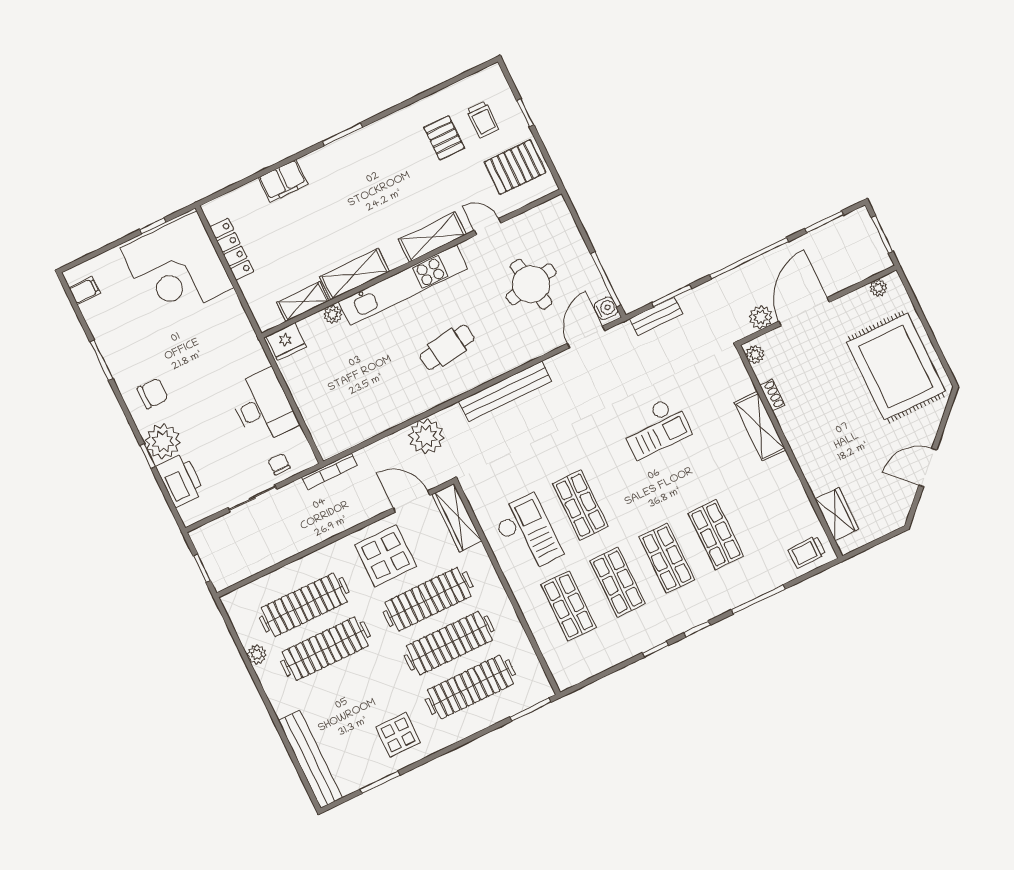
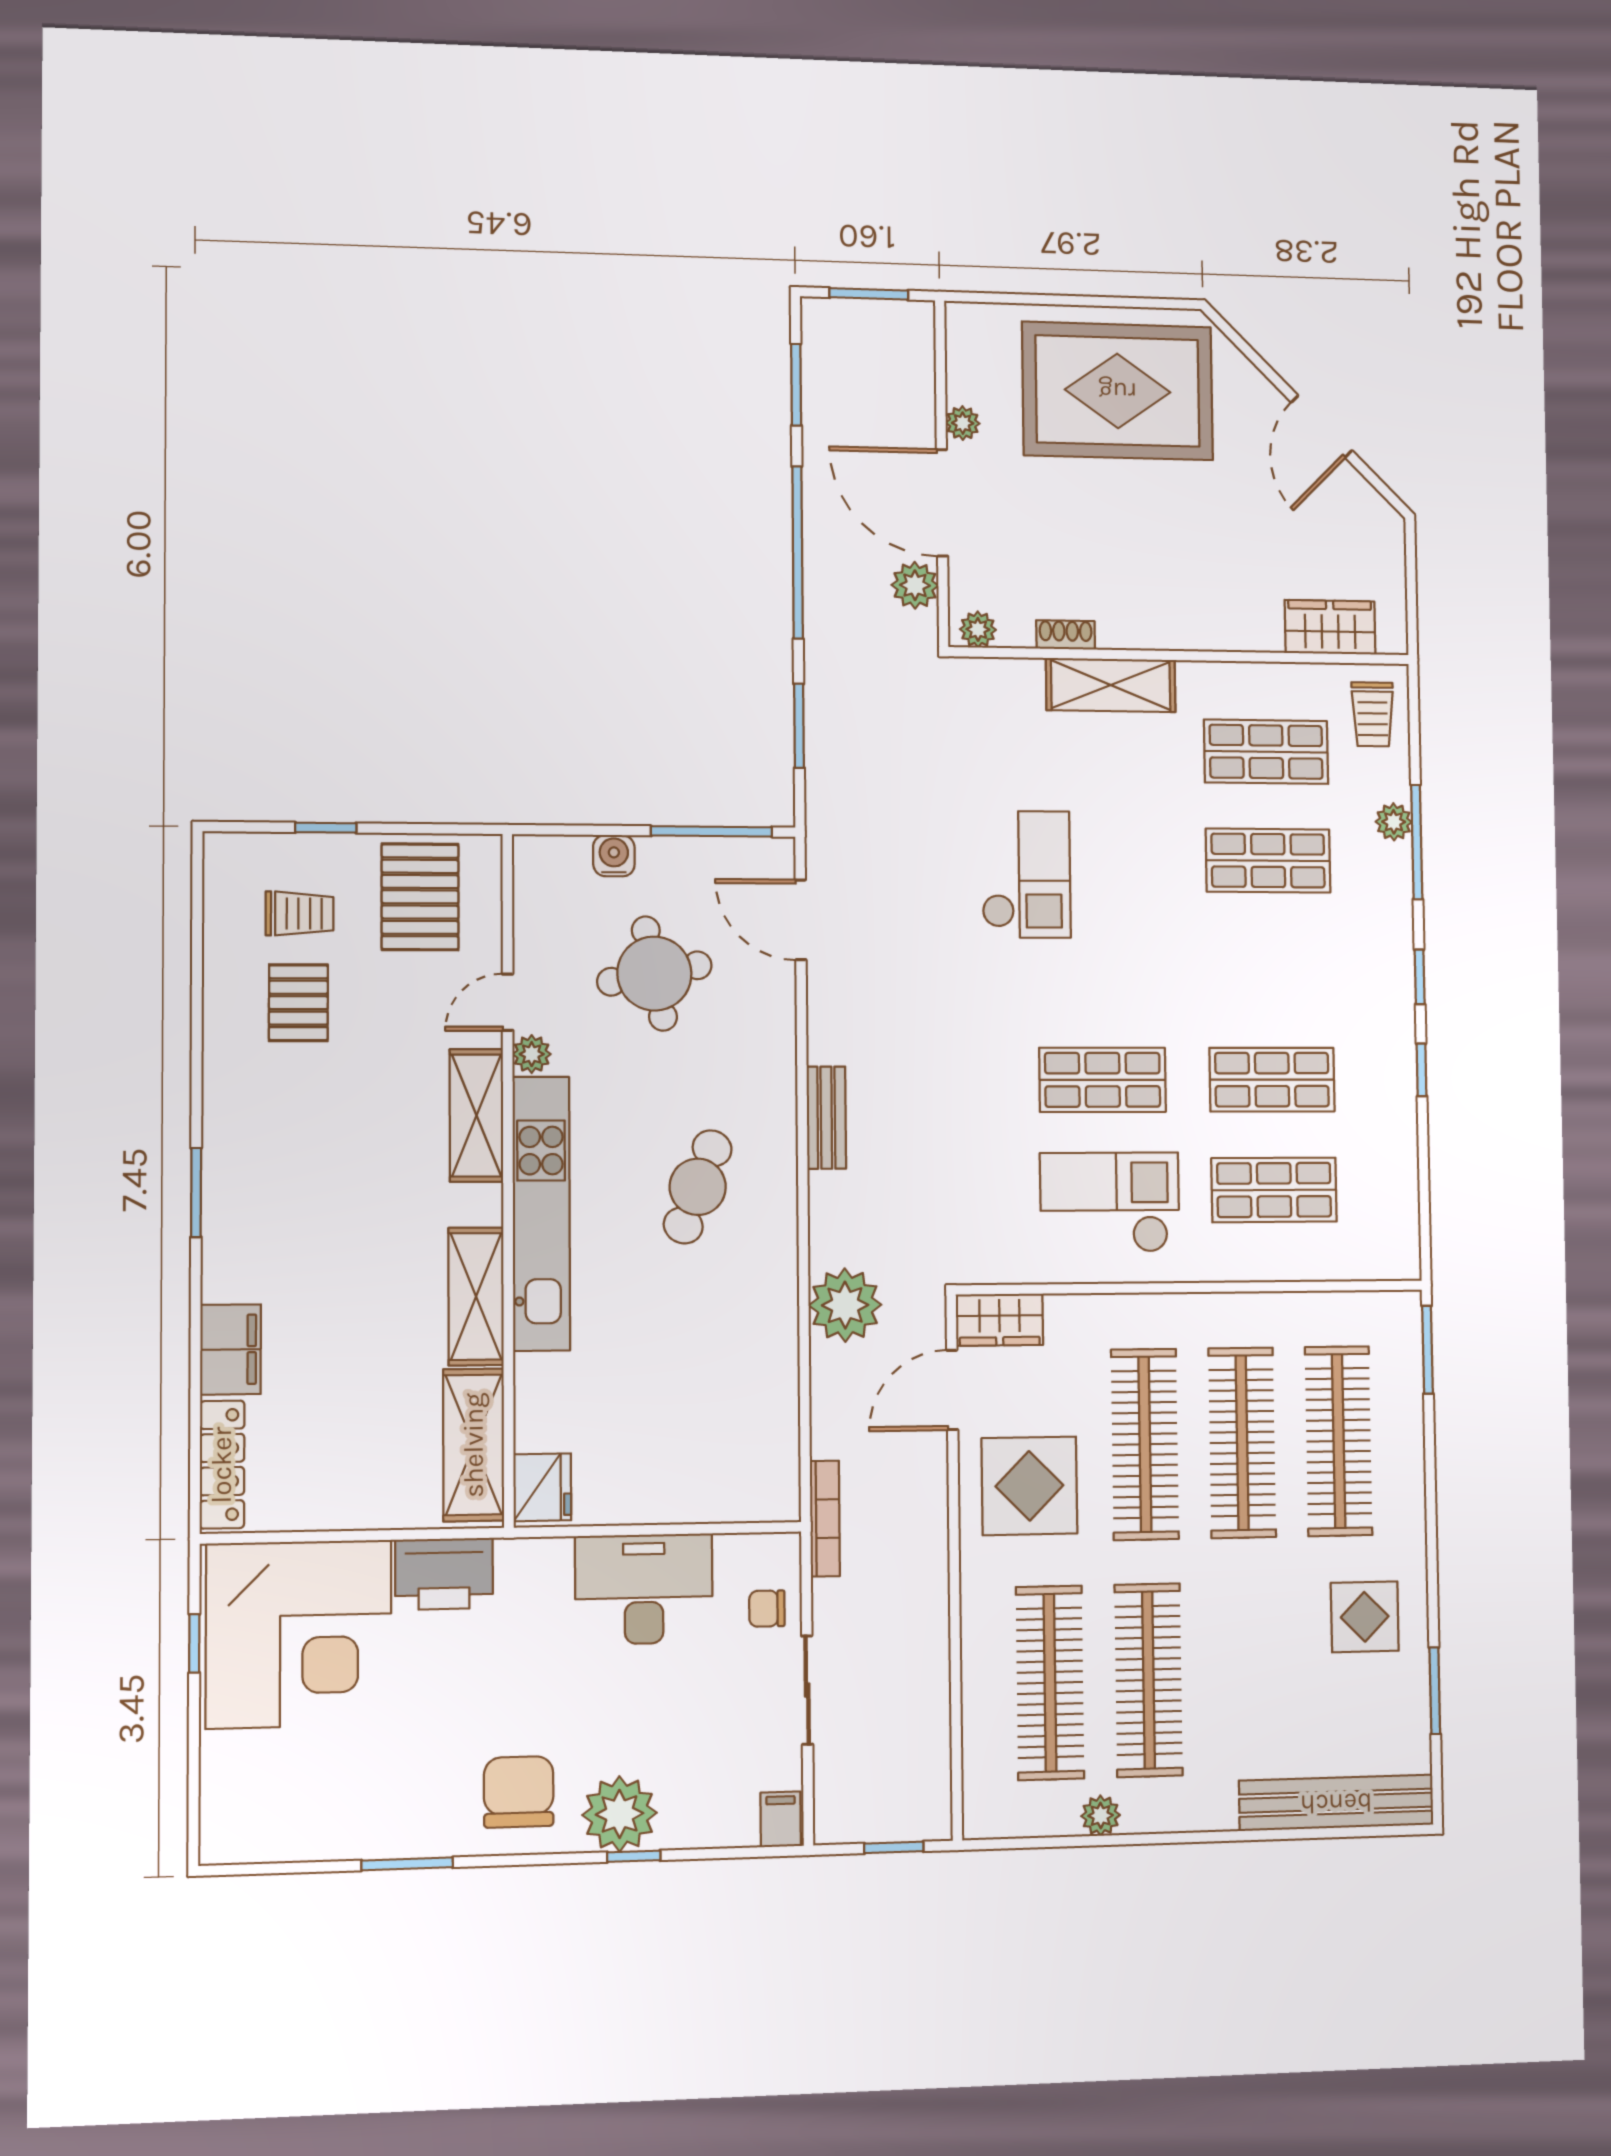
pallet: (444, 138) -> (298, 1003), turned 90
locker: (232, 249) -> (222, 1465), moved, turned 90
plant: (878, 288) -> (963, 423), moved
filing cabinet: (84, 291) -> (781, 1819), moved
shelving: (303, 302) -> (474, 1445), width x1.50, depth x1.33
water cooler: (606, 308) -> (614, 856), moved
plant: (333, 314) -> (532, 1054), moved
bench: (656, 316) -> (823, 773), removed
cafe table: (447, 347) -> (698, 1187), turned 30
bench: (505, 391) -> (826, 1118), width x0.54, depth x0.82
chair: (153, 393) -> (519, 1792), width x1.37, depth x1.37
printer: (180, 480) -> (444, 1574), moved, turned 180
wardrobe: (457, 518) -> (999, 1320), width x0.67
shop shelf: (667, 558) -> (1266, 752), moved
plant: (762, 584) -> (1394, 822), added

